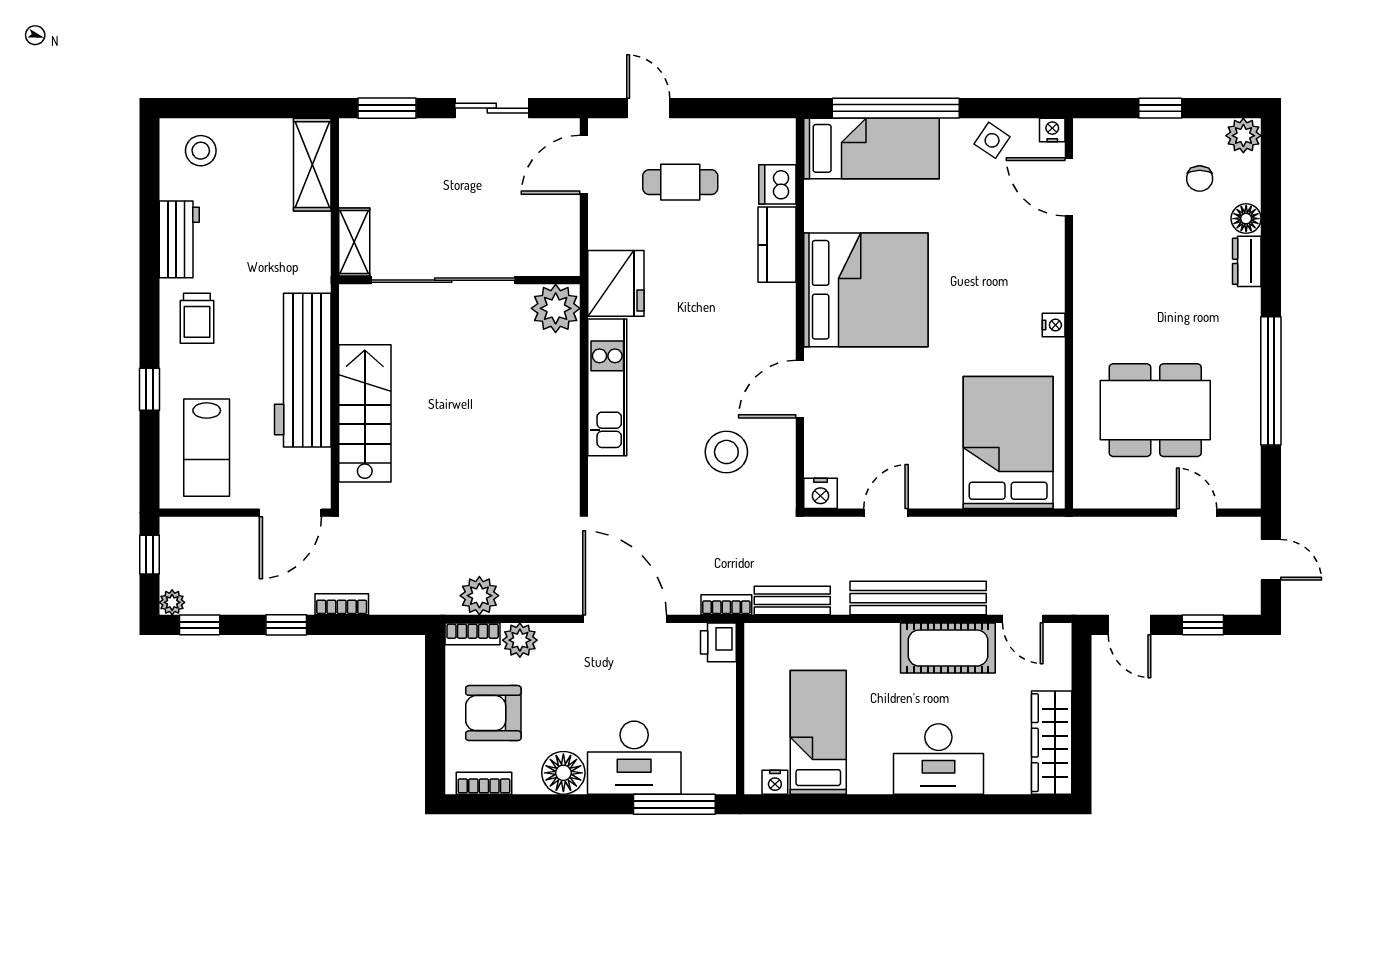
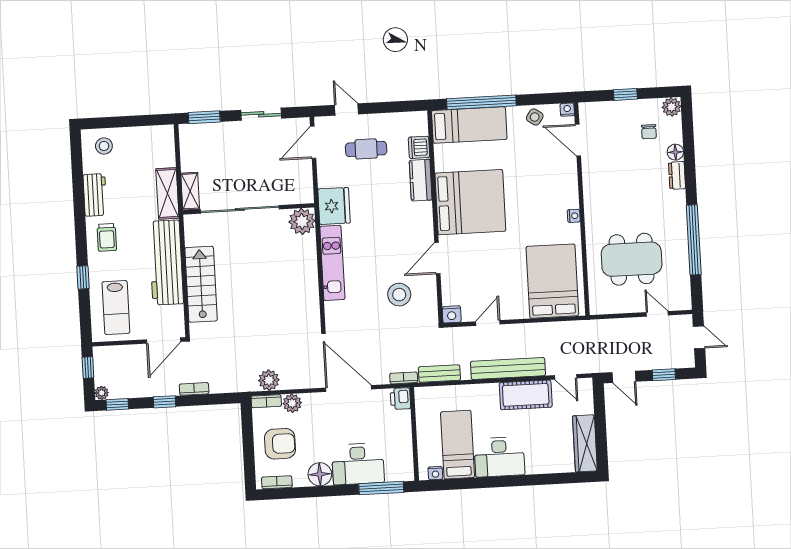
shelving: (312, 165) -> (167, 193), moved
armchair: (493, 713) -> (280, 444), turned 180
desk: (938, 759) -> (499, 457), moved

